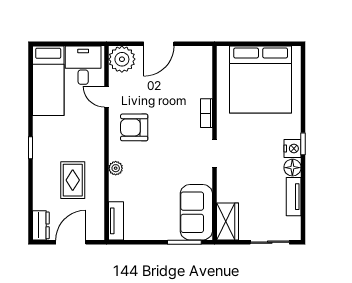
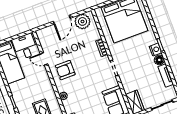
plant: (122, 59) -> (82, 21), moved

